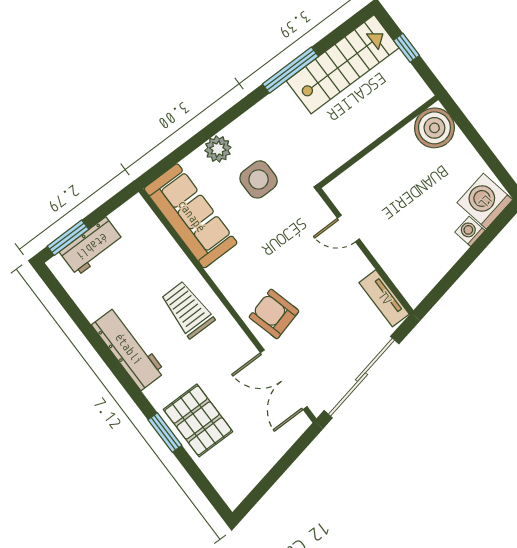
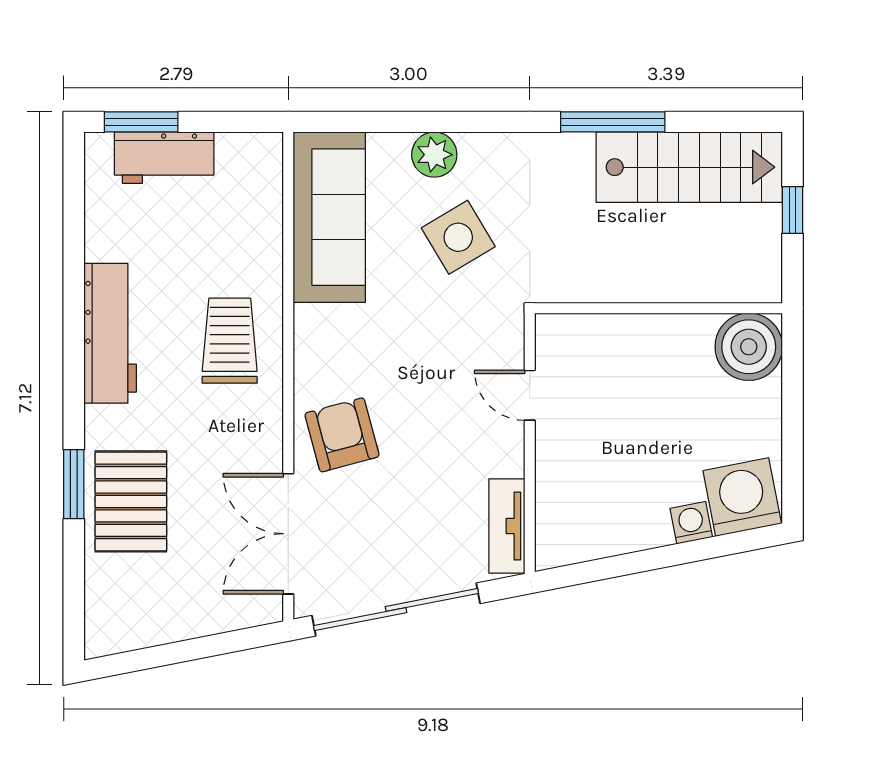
side table: (259, 179) -> (458, 237), turned -31

